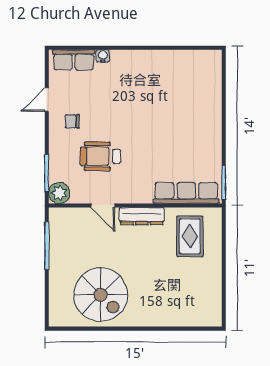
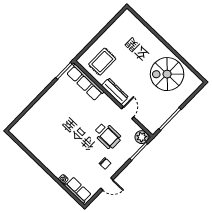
spiral stairs: (101, 295) -> (167, 74), turned -90

